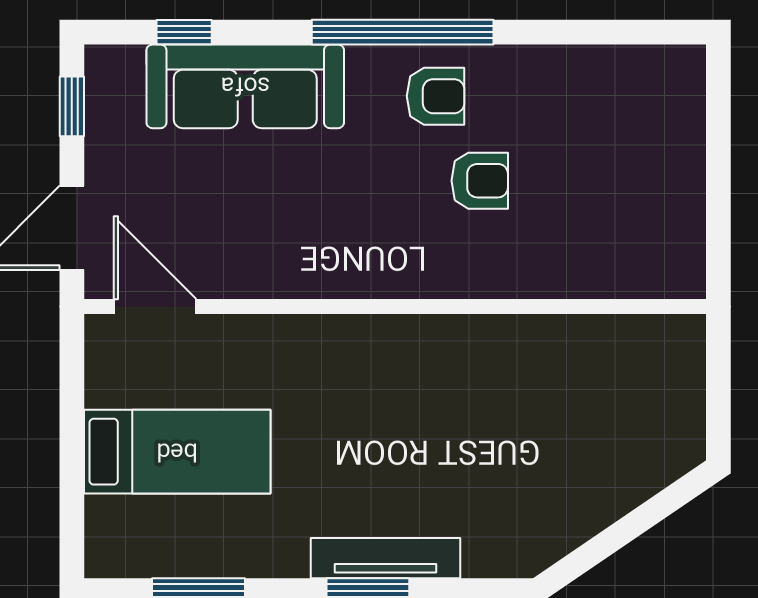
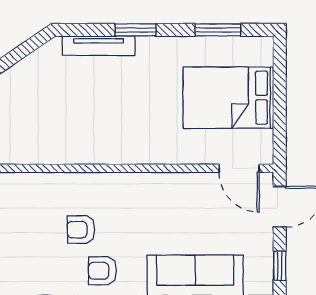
bed: (177, 452) -> (228, 98), width x1.50
tv unit: (385, 558) -> (99, 46), moved

